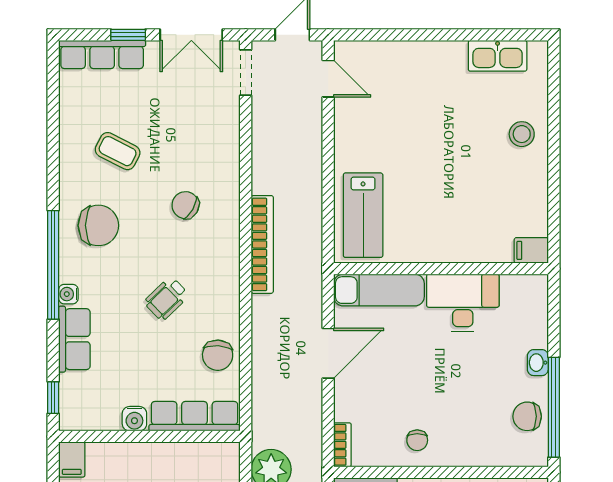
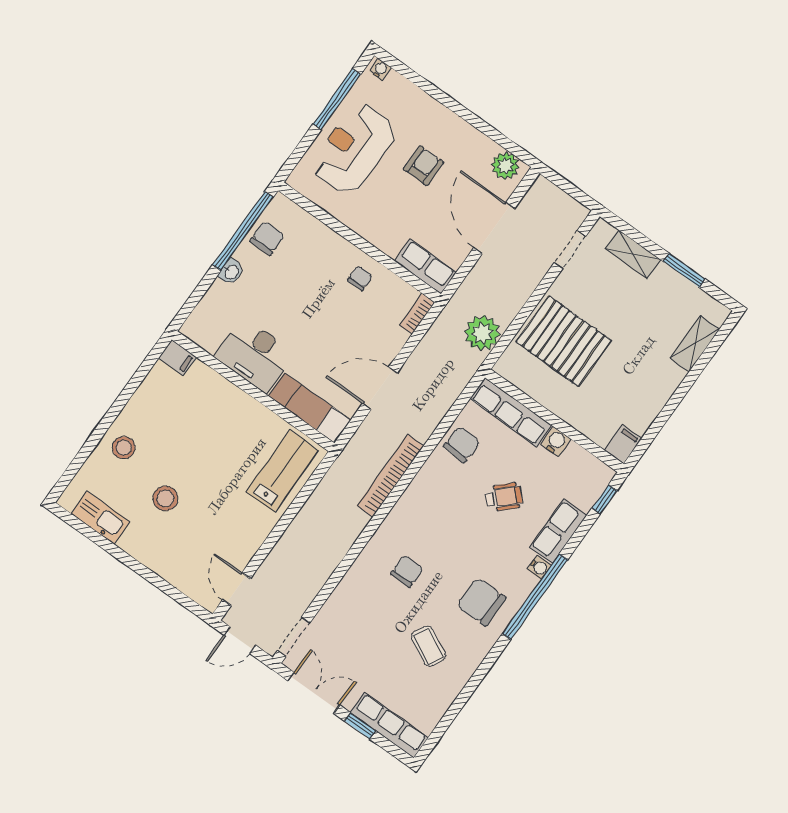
stool: (451, 115) -> (165, 498), added
chair: (185, 205) -> (407, 571), turned -120
bookcase: (262, 244) -> (390, 476), moved
wheelchair: (166, 299) -> (504, 497), moved
chair: (527, 416) -> (267, 238), turned -90

